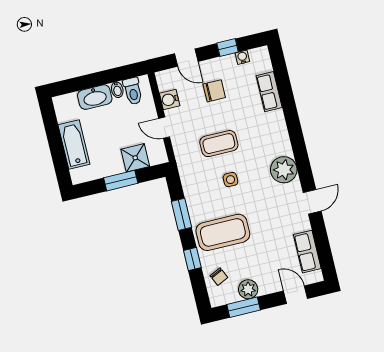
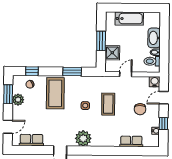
water cooler: (170, 100) -> (155, 82), moved
window: (192, 259) -> (32, 71), moved

